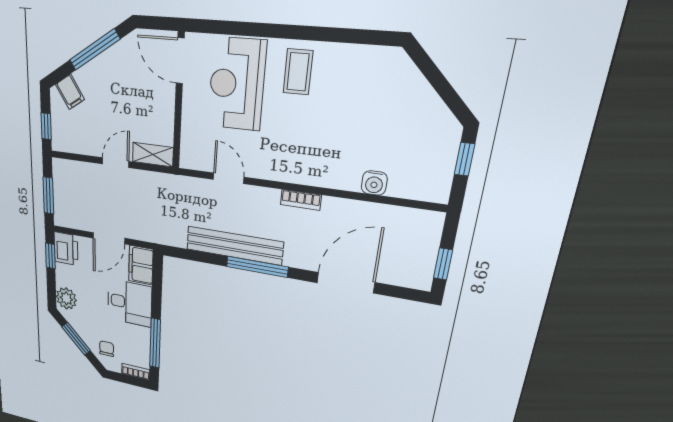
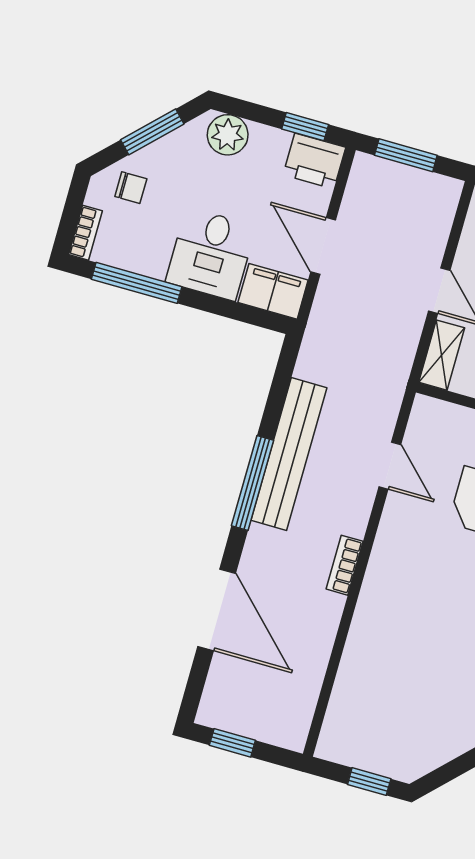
door: (229, 178) -> (390, 466), hinge flipped
water cooler: (374, 183) -> (354, 668), removed

